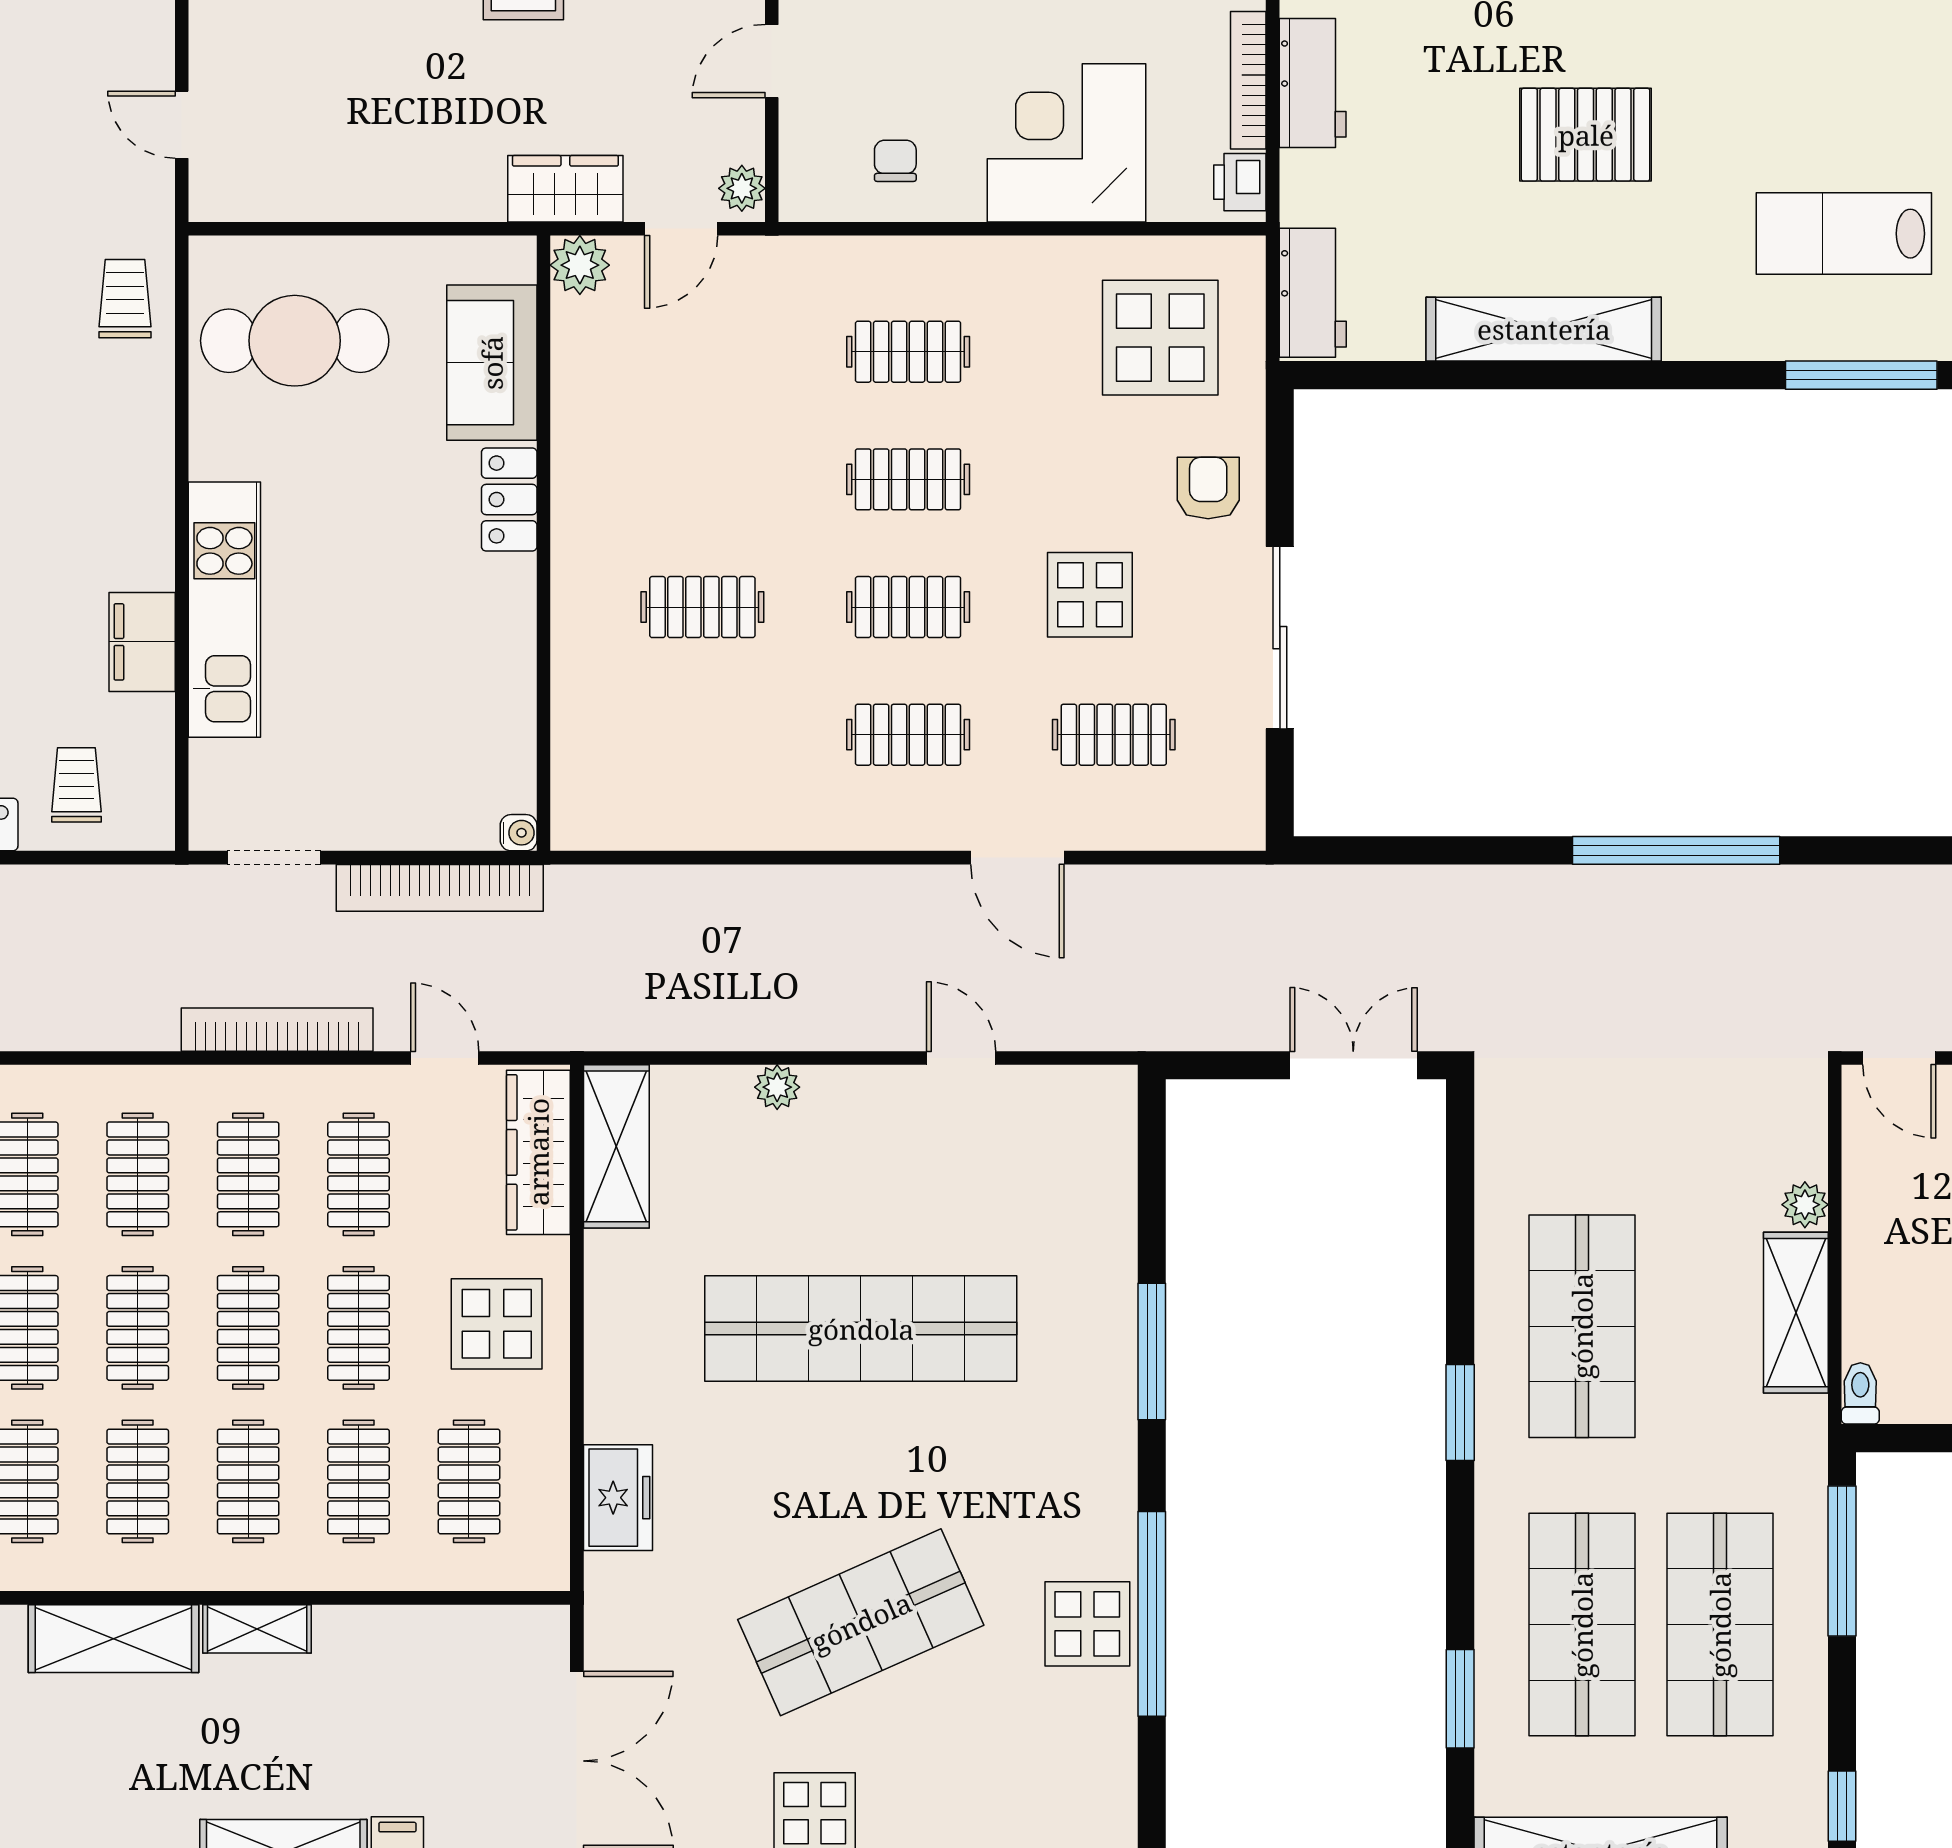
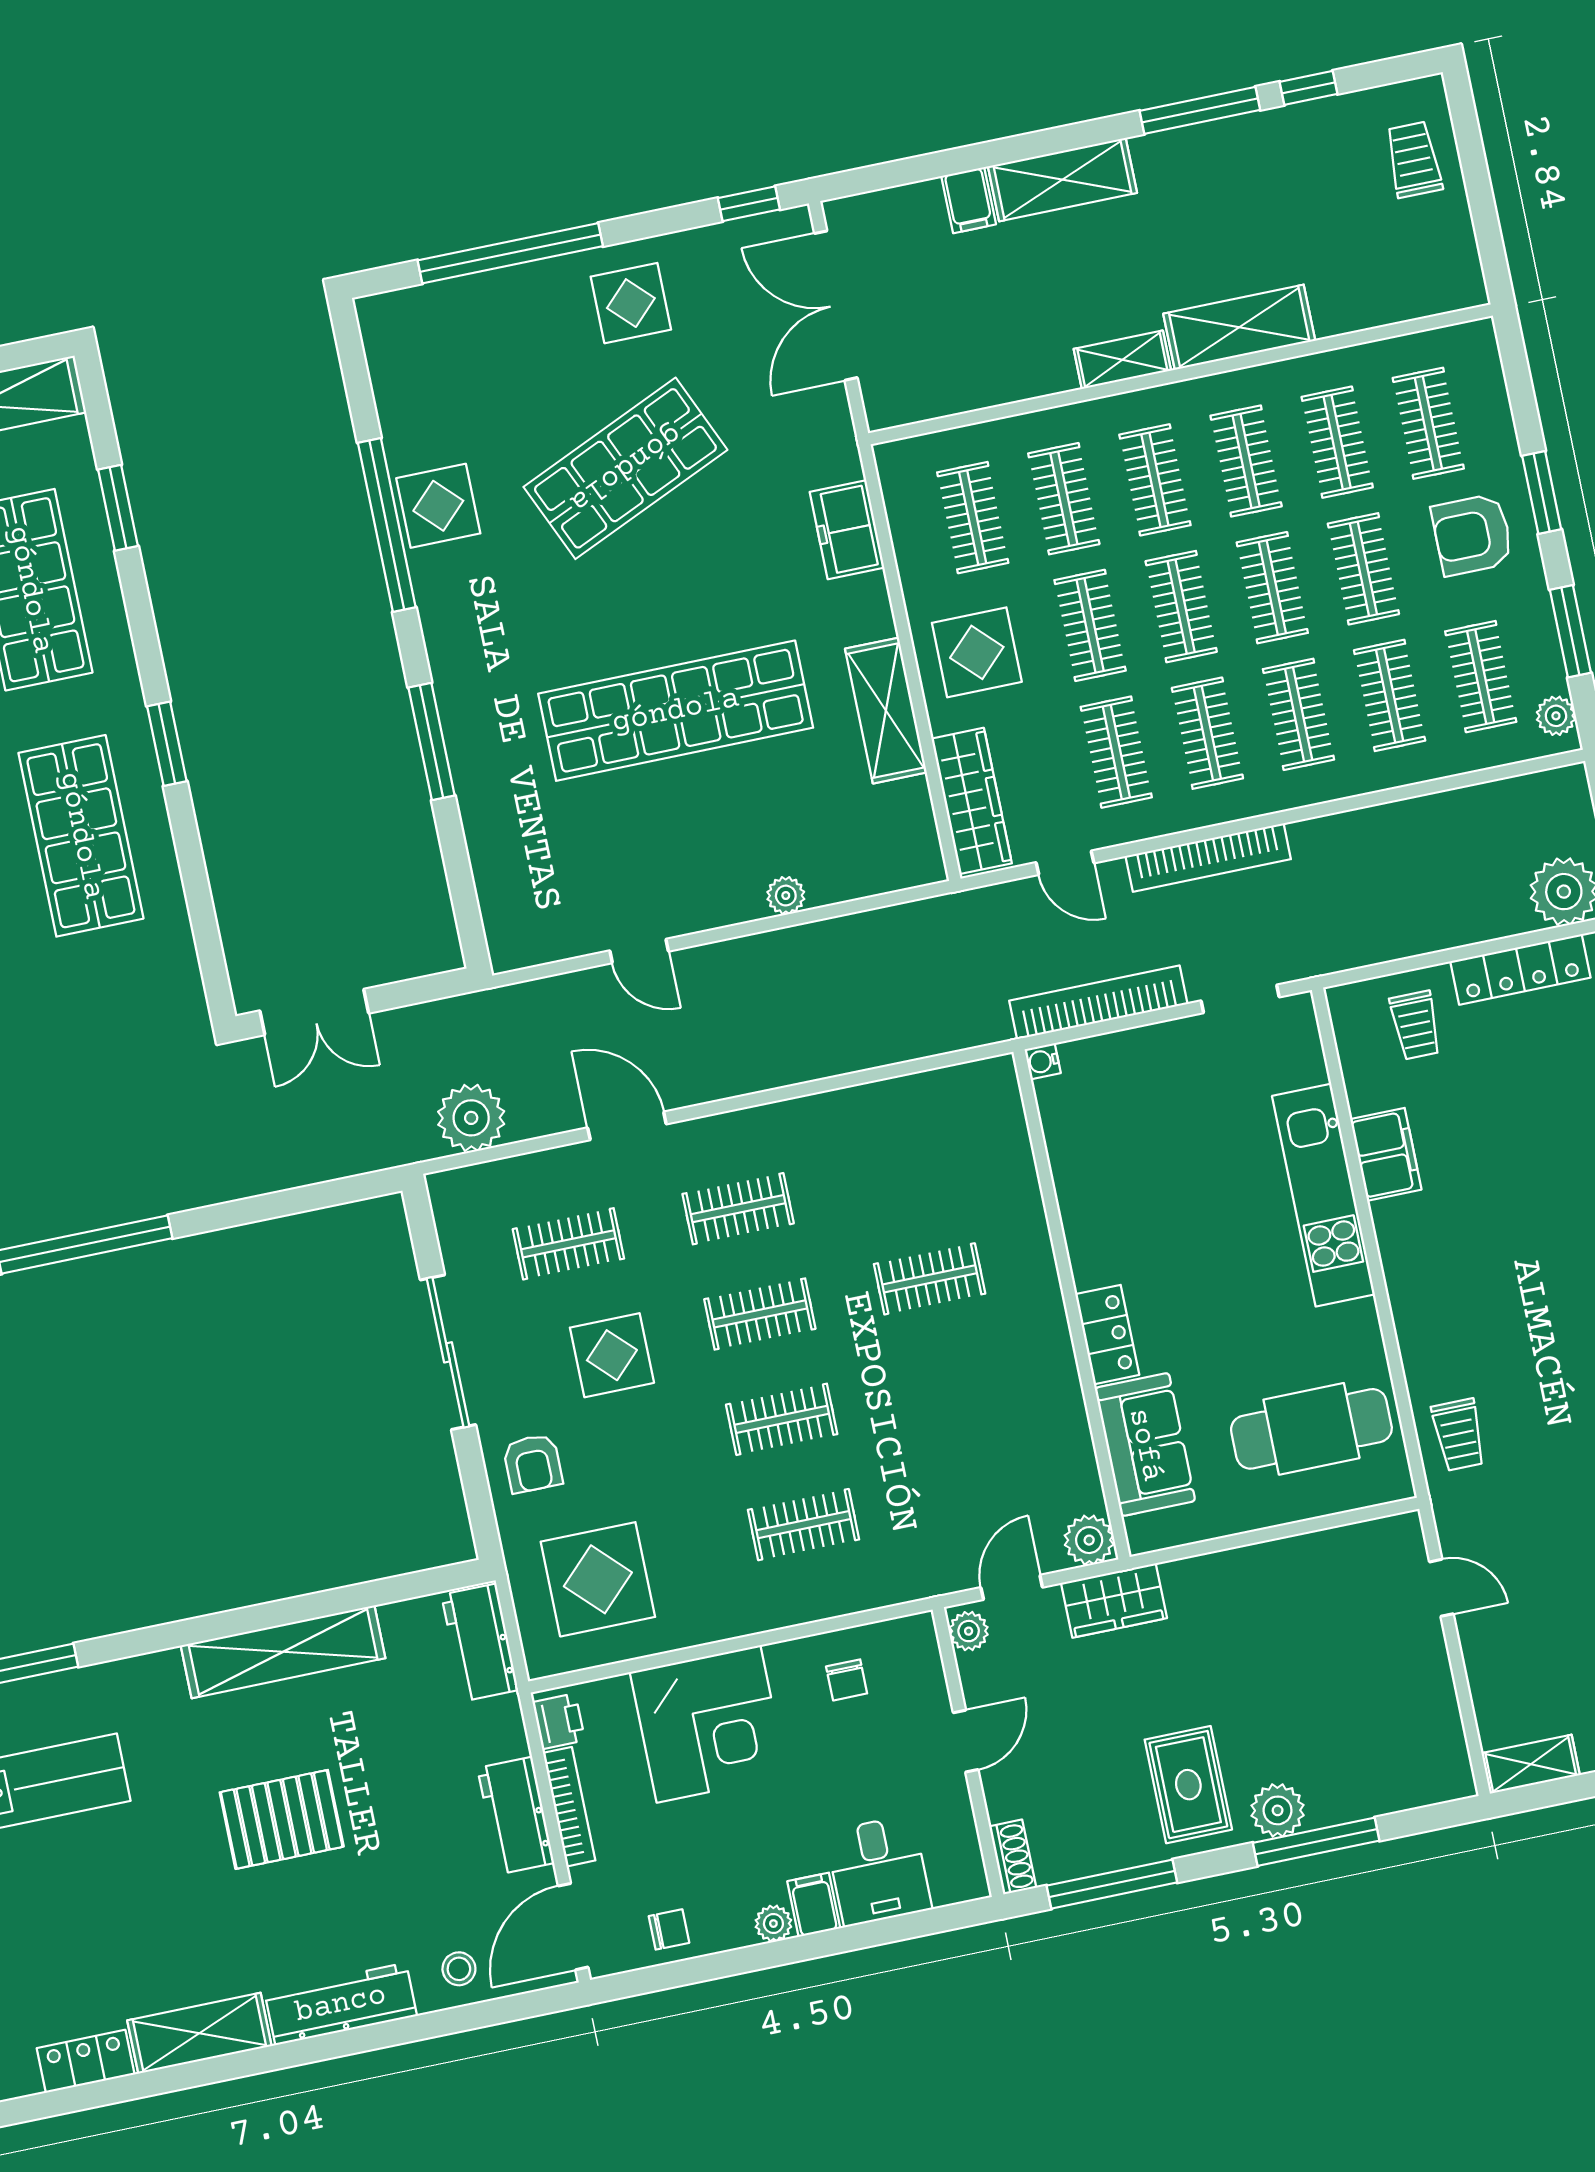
plant: (1196, 904) -> (471, 1118), added
shelving: (616, 1146) -> (886, 711), moved

